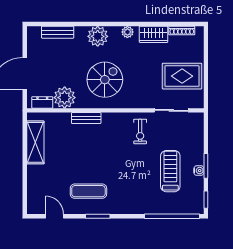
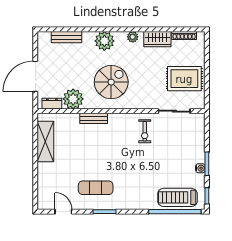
treadmill: (170, 171) -> (177, 197), moved, turned -90

